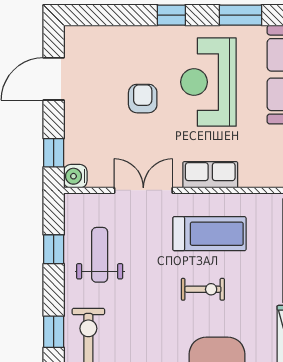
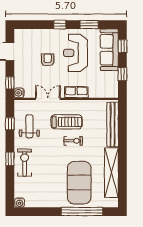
treadmill: (209, 234) -> (67, 122), moved

